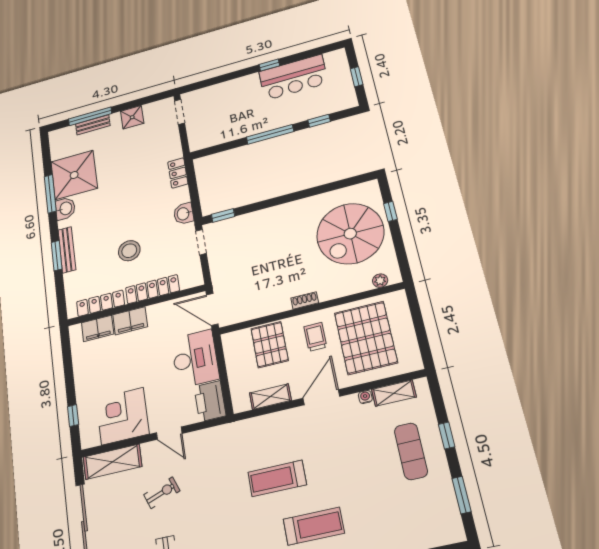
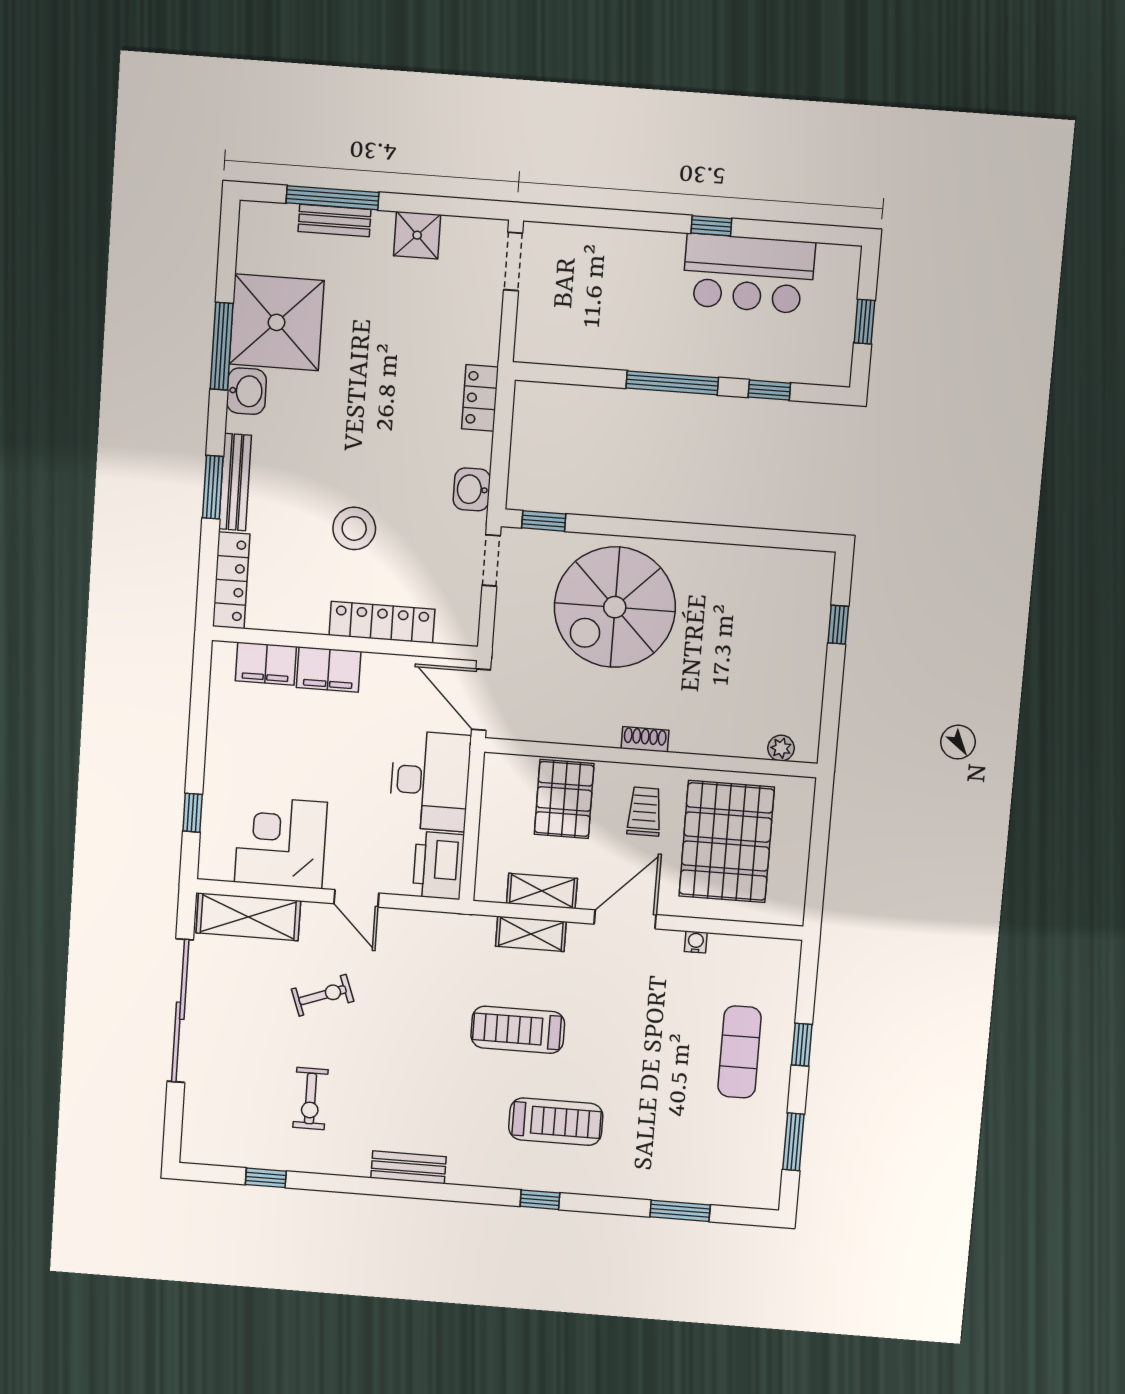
spiral stairs: (350, 234) -> (615, 607), moved
locker: (100, 303) -> (231, 580), moved, turned 90
shelving: (394, 393) -> (531, 934), moved

